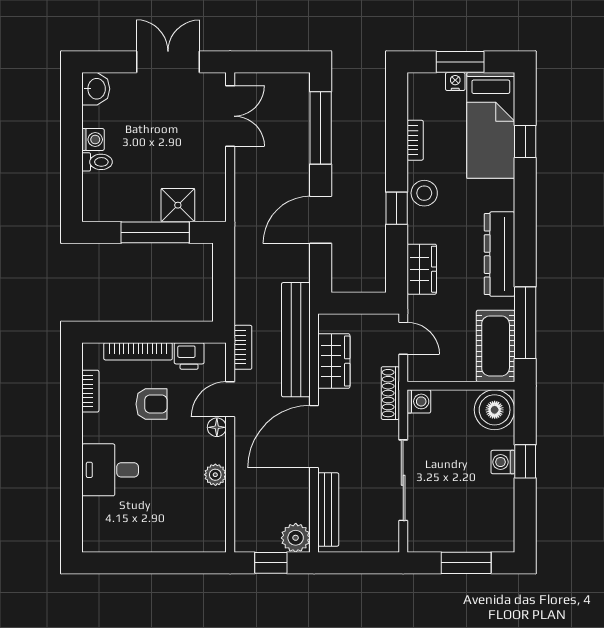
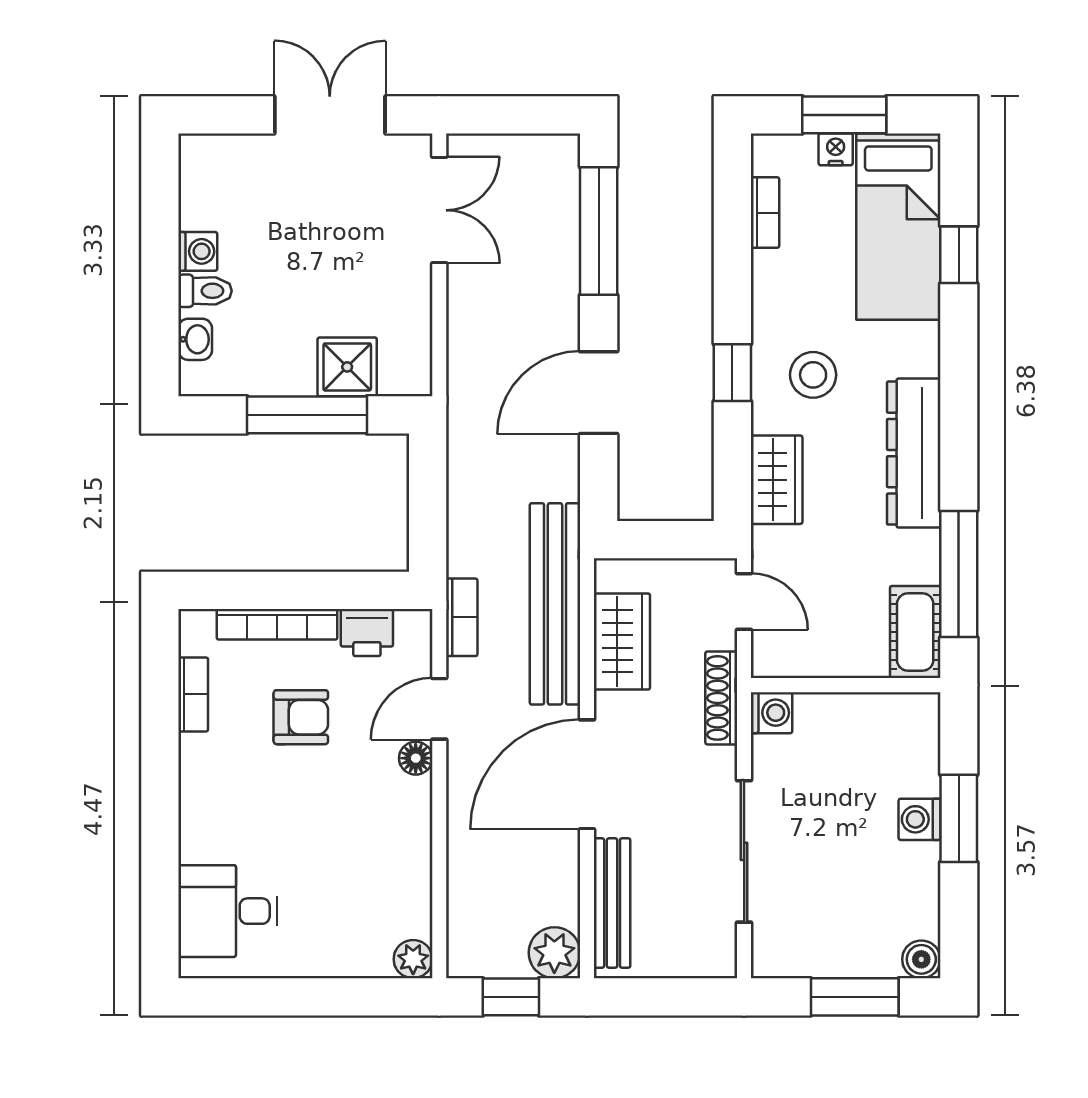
washbasin: (96, 89) -> (195, 339), moved, width x0.72, depth x0.69
bookcase: (415, 140) -> (765, 213), moved
stool: (424, 193) -> (813, 375), moved
cot: (496, 346) -> (915, 632), width x0.73, depth x0.75
boiler: (495, 410) -> (921, 959), moved, width x0.54, depth x0.54
window: (525, 461) -> (959, 818), width x1.50
desk: (110, 470) -> (228, 911), moved
plant: (215, 475) -> (413, 959), moved

